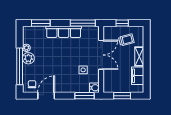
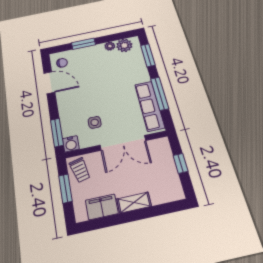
window: (83, 23) -> (159, 94), moved
row of seats: (64, 32) -> (150, 106), moved
trolley: (126, 40) -> (80, 170), moved
plant: (28, 58) -> (124, 45), moved
window: (20, 66) -> (83, 44), width x0.47

